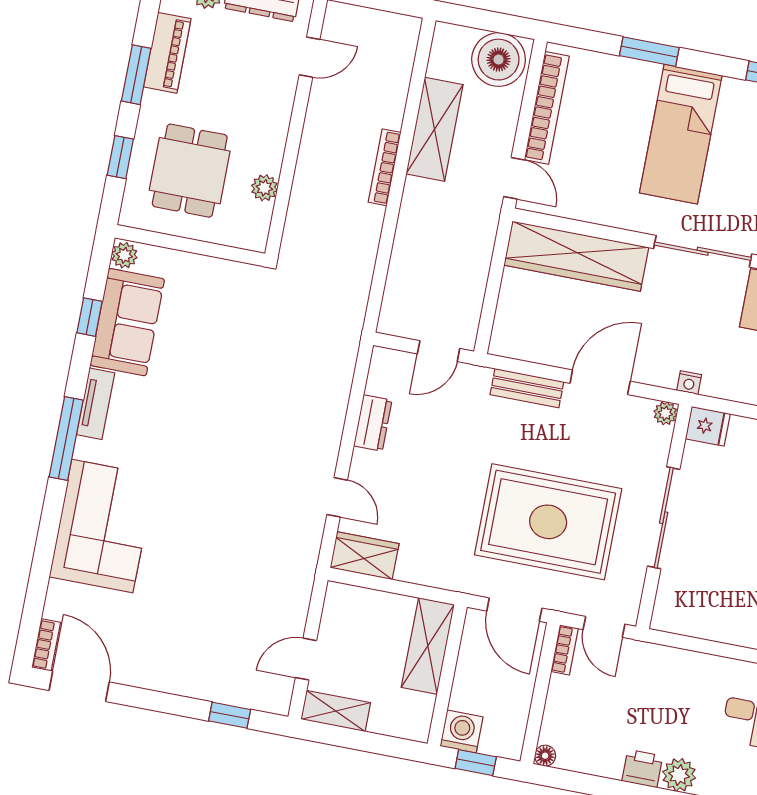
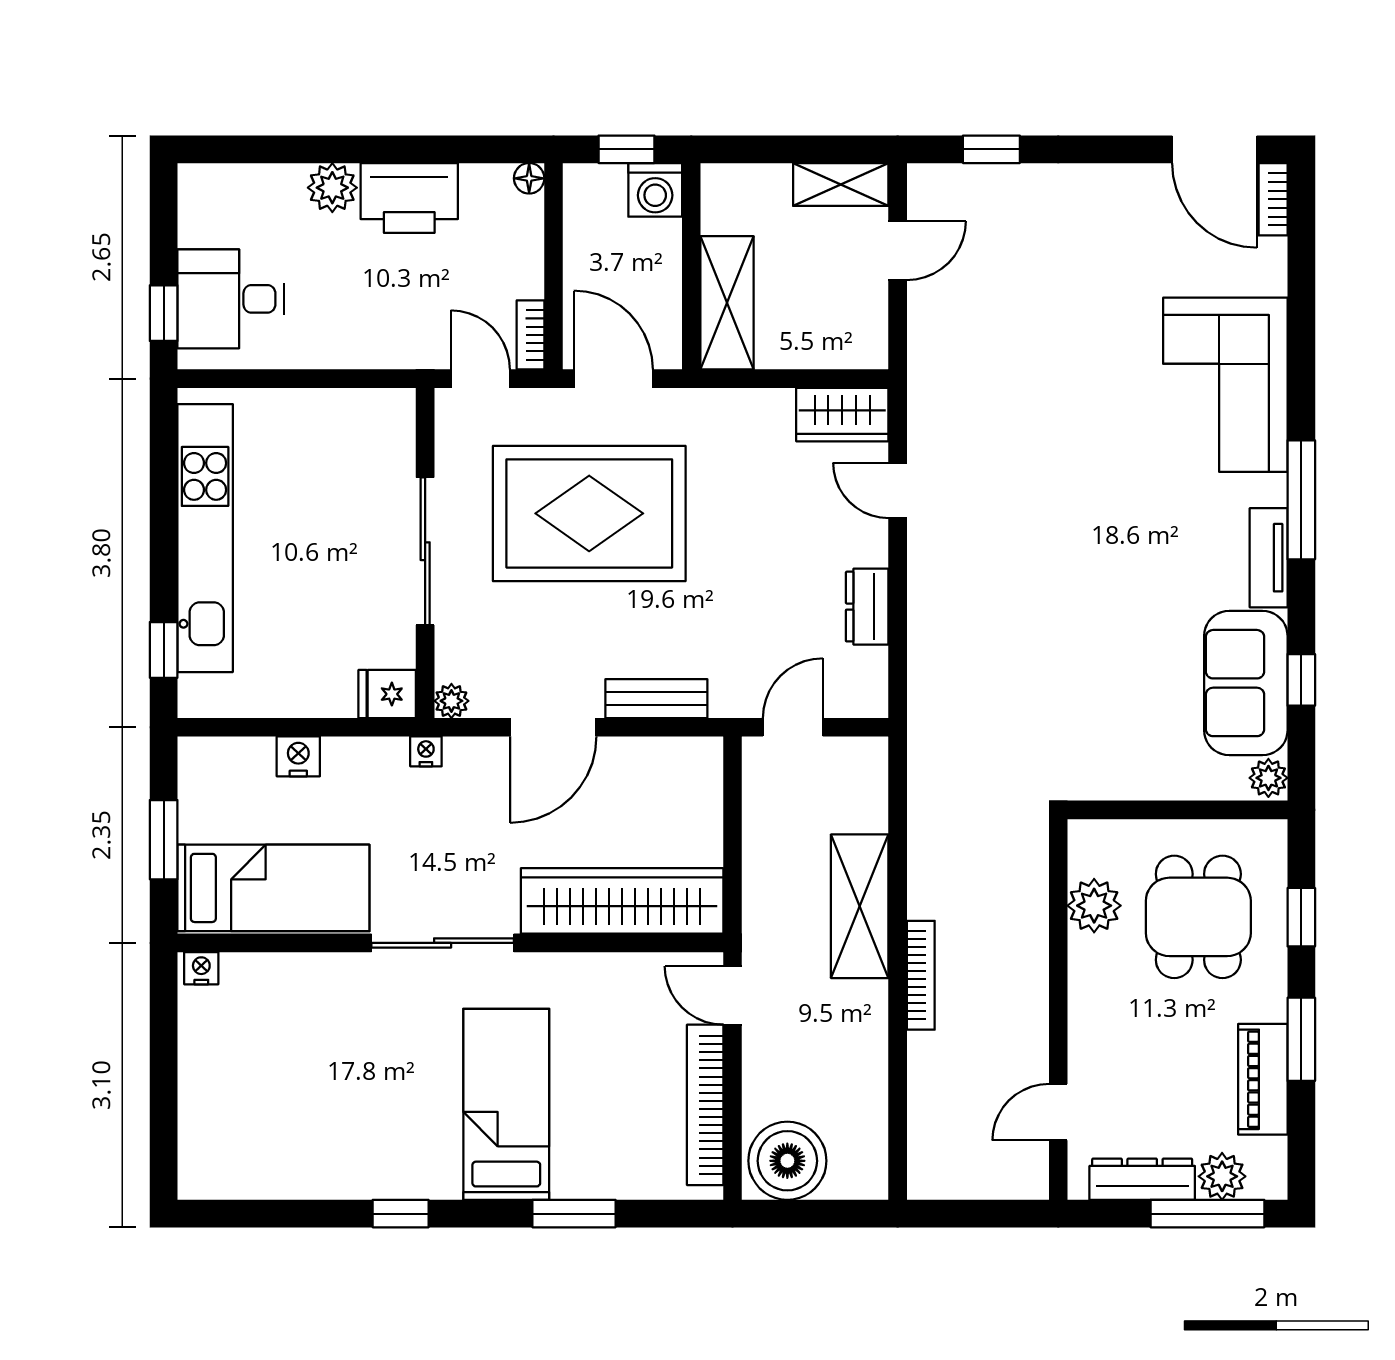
shelving: (435, 129) -> (860, 906), moved
plant: (264, 188) -> (1094, 906), width x1.38, depth x1.38
printer: (642, 769) -> (409, 198), width x1.87, depth x1.48

